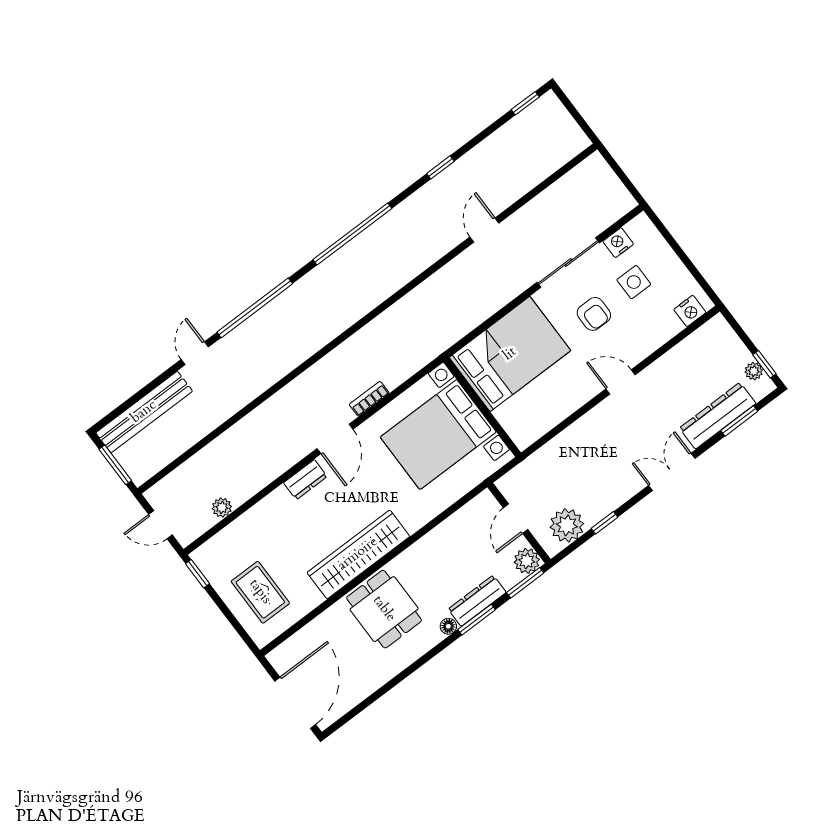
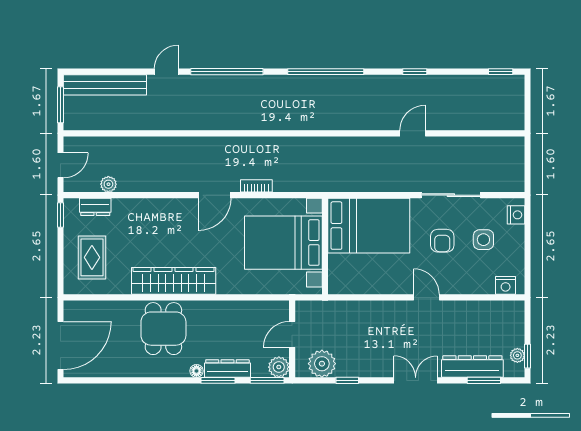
nightstand: (618, 243) -> (516, 215), moved, turned 90
dresser: (305, 480) -> (95, 207), moved
door: (160, 525) -> (61, 165), swing flipped

